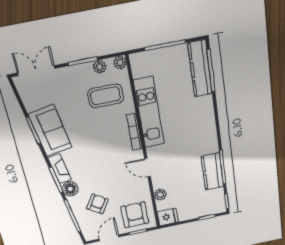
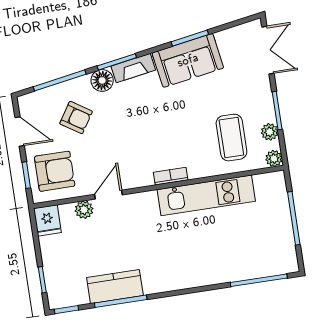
kitchen counter: (200, 69) -> (262, 265), removed
bookcase: (135, 132) -> (171, 176), width x0.64
door: (148, 168) -> (108, 195), moved

